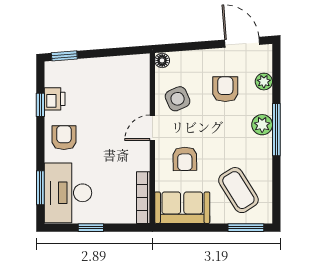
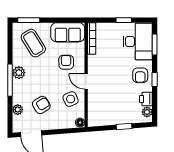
window: (64, 56) -> (124, 127), moved
plant: (53, 78) -> (147, 112), added
armchair: (225, 89) -> (41, 105), turned -122
window: (40, 105) -> (155, 79), moved
plant: (262, 125) -> (19, 73), moved
door: (152, 128) -> (86, 81), swing flipped

